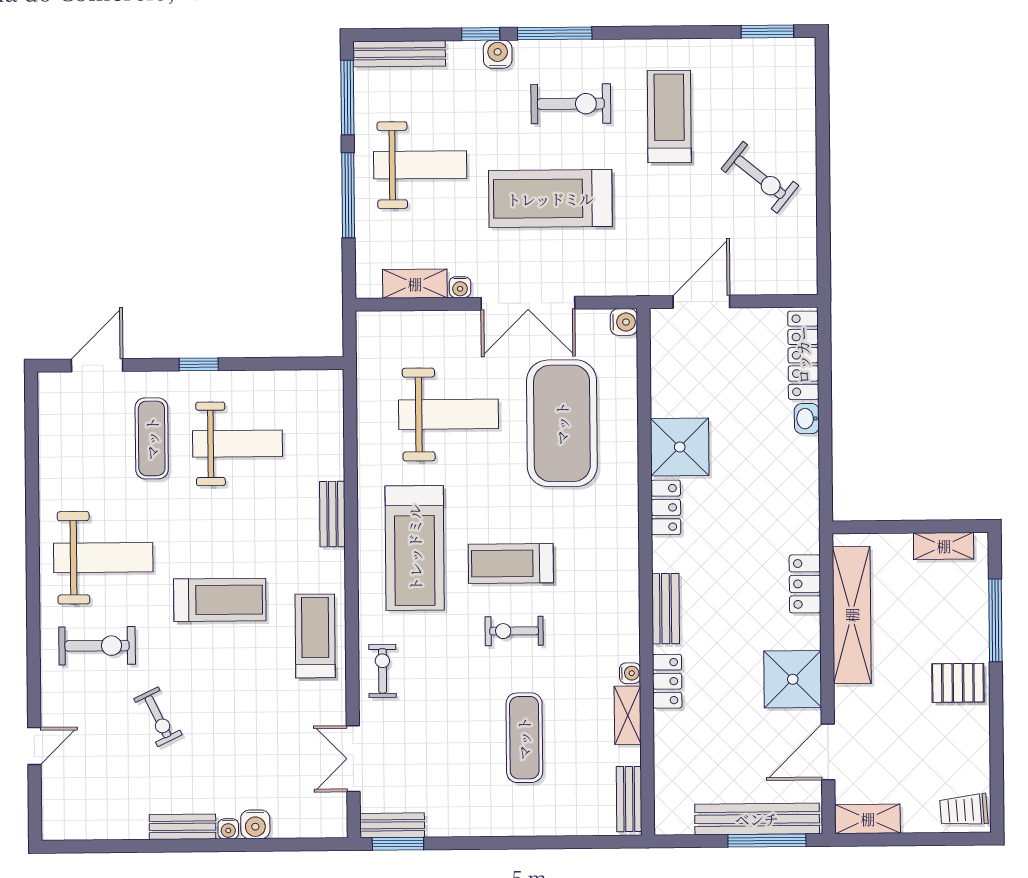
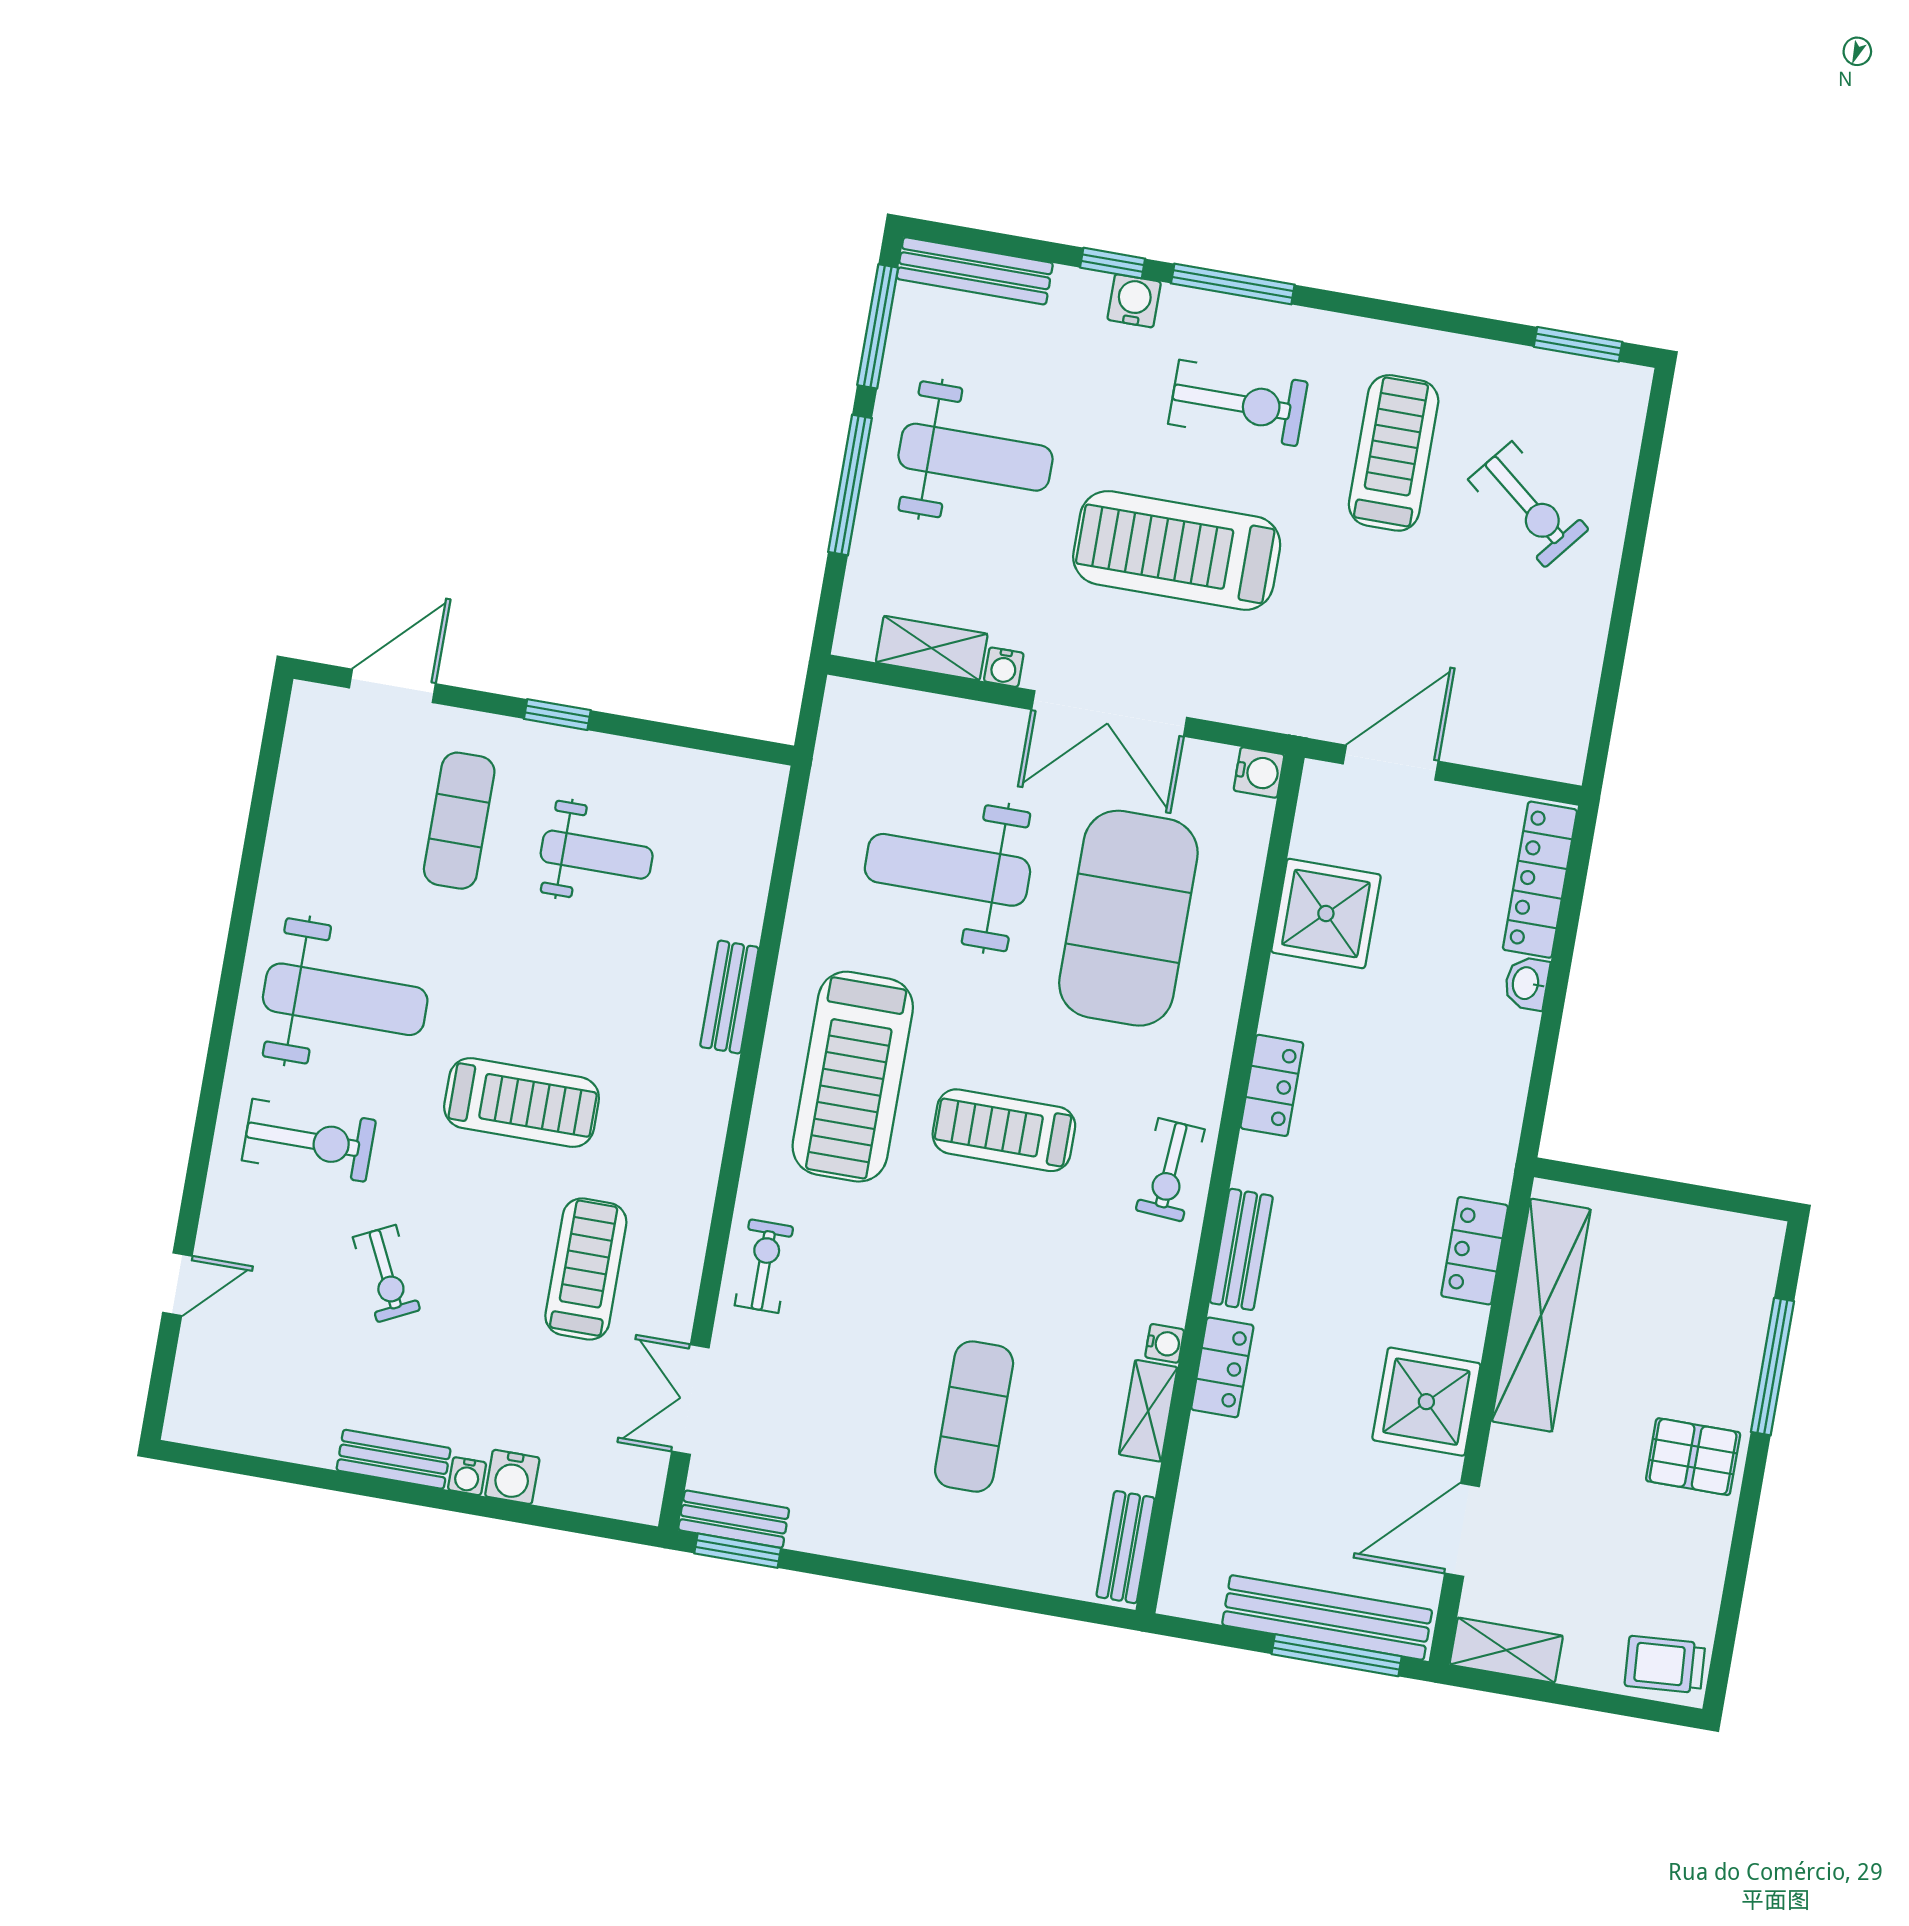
exercise bike: (760, 177) -> (1528, 504), moved
weight bench: (449, 414) -> (947, 870), turned 180
weight bench: (237, 444) -> (597, 855), width x0.73, depth x0.75
shower: (680, 447) -> (1326, 913), moved
shelving: (944, 546) -> (1710, 1231), removed
exercise bike: (514, 631) -> (1170, 1170), moved, turned -86
treadmill: (315, 636) -> (586, 1269), moved

